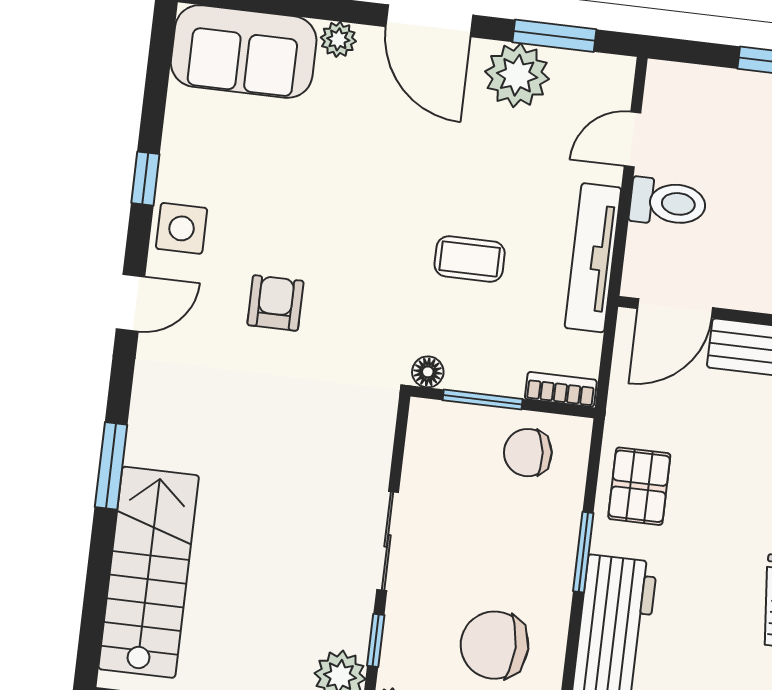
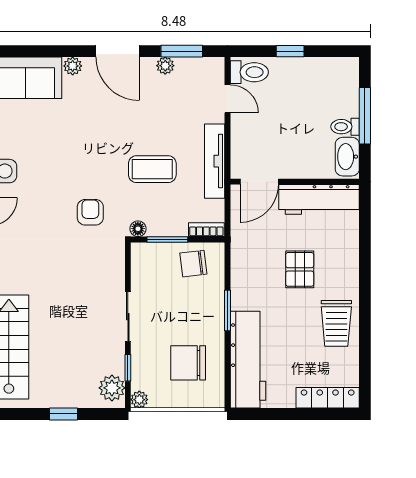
plant: (517, 75) -> (165, 66), width x0.53, depth x0.53
door: (632, 139) -> (227, 99), swing flipped
toilet: (668, 203) -> (249, 72), moved
coffee table: (470, 259) -> (152, 169), width x1.36, depth x1.30
armchair: (275, 303) -> (90, 212), moved
pallet: (639, 486) -> (300, 269), moved

